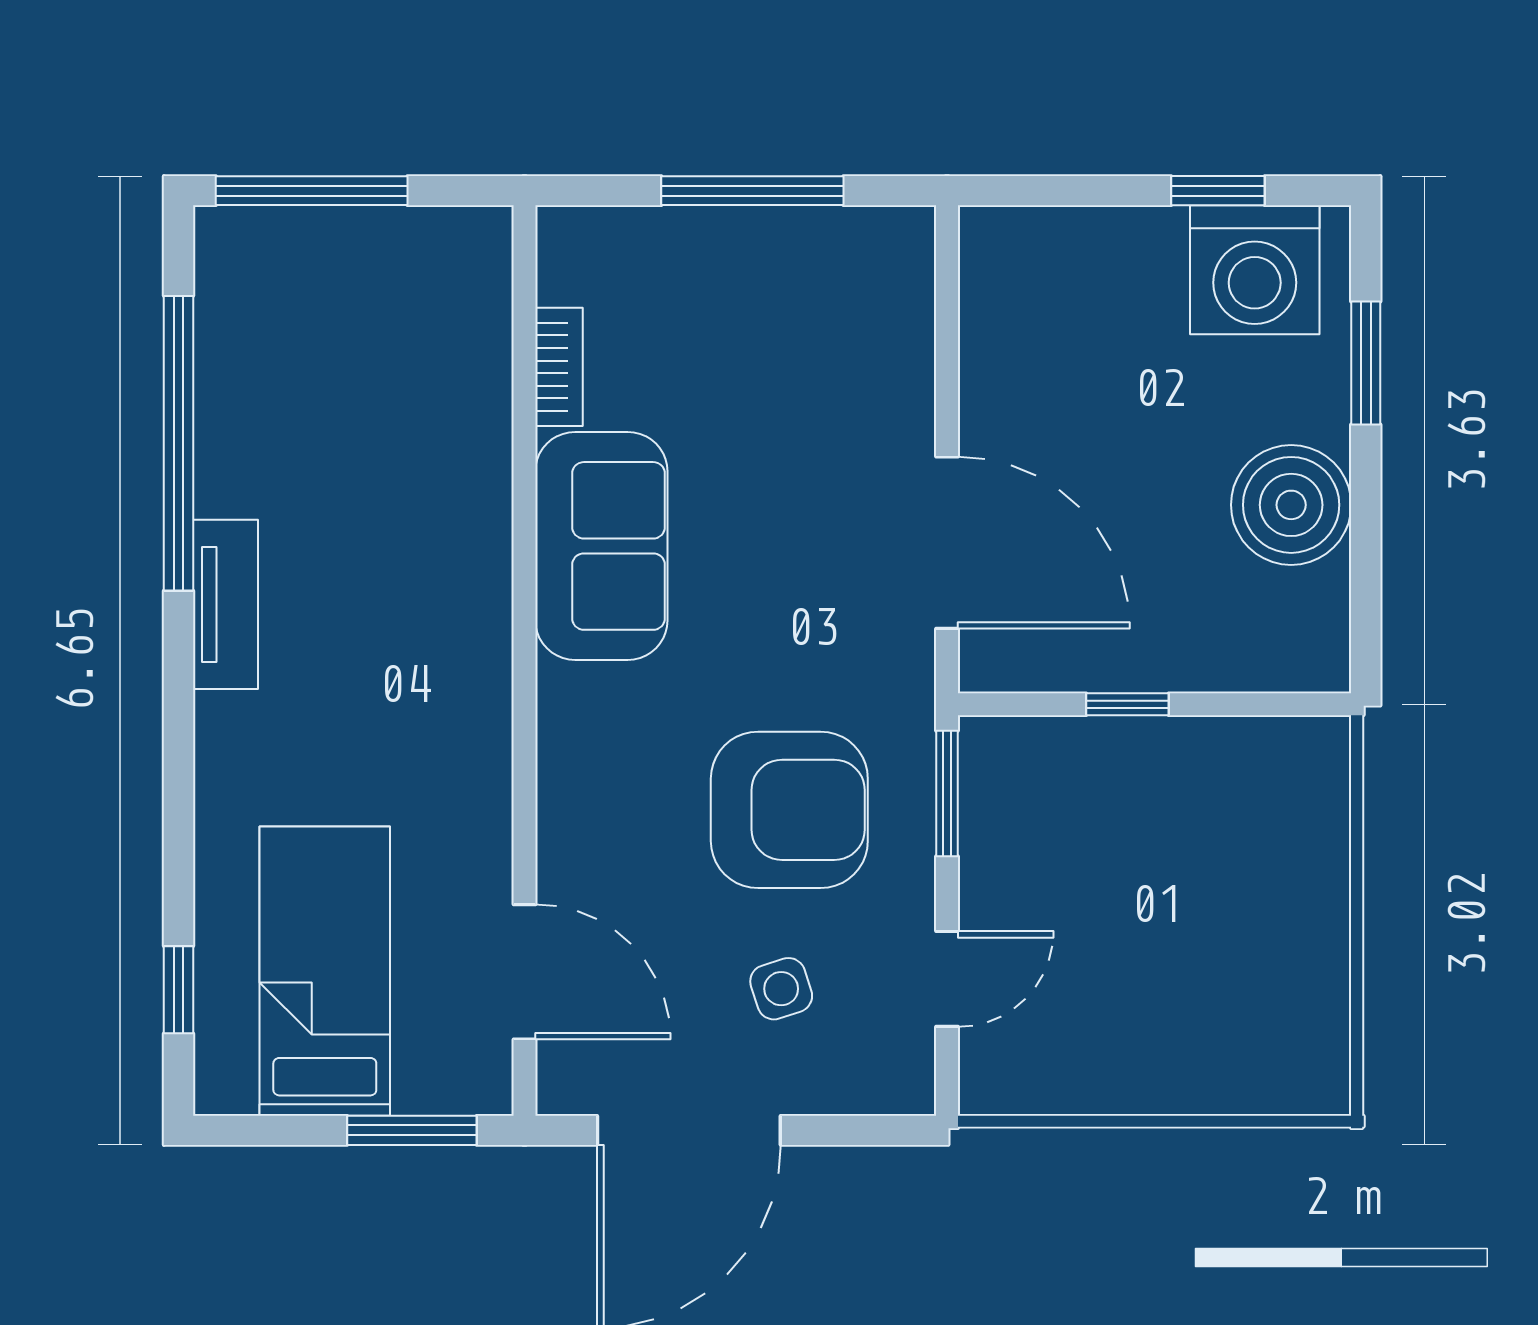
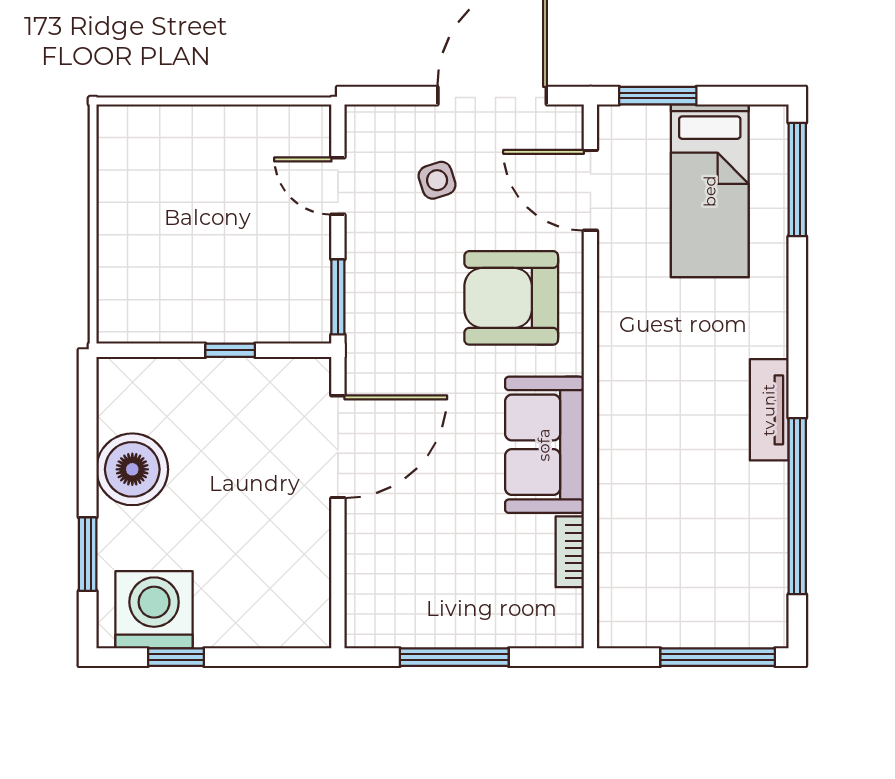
door: (947, 543) -> (338, 447), swing flipped
armchair: (789, 810) -> (511, 298), moved
door: (947, 979) -> (338, 186), hinge flipped
window: (178, 990) -> (797, 180), width x2.17

